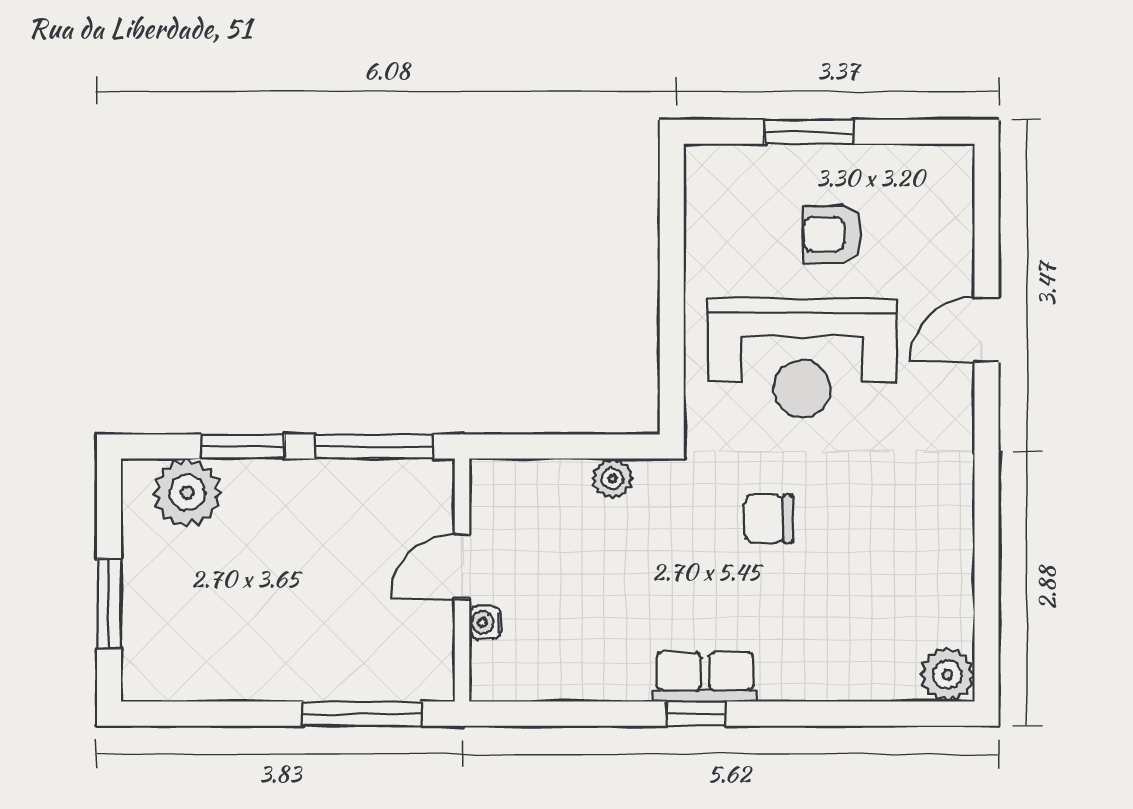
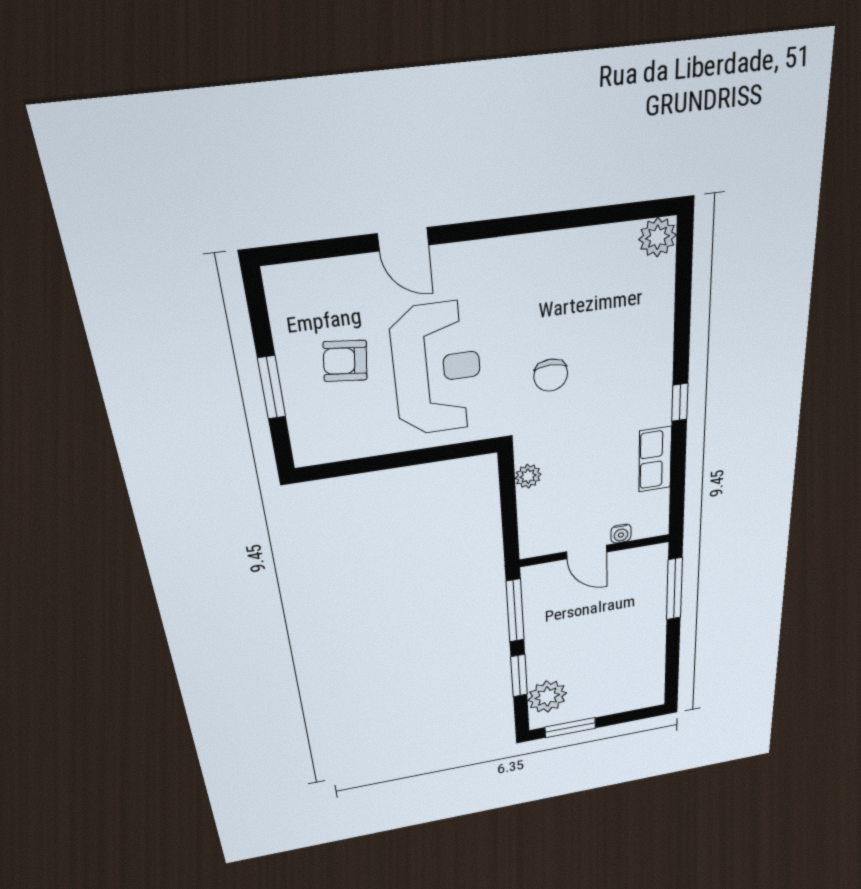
armchair: (832, 234) -> (345, 361), turned 96
window: (109, 603) -> (570, 728), moved
row of seats: (705, 677) -> (655, 459), moved

